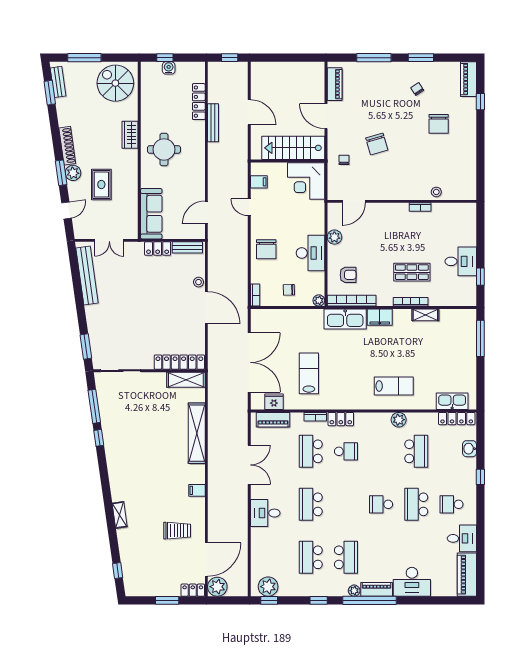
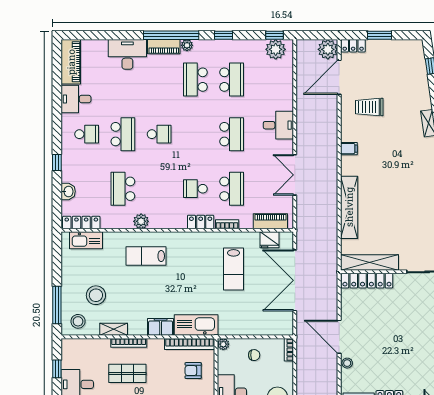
stool: (460, 323) -> (78, 321), added
stool: (442, 348) -> (96, 295), added
shelving: (186, 380) -> (369, 263), width x1.47

